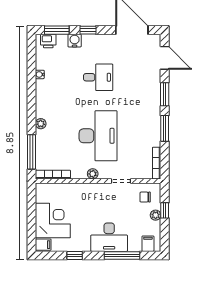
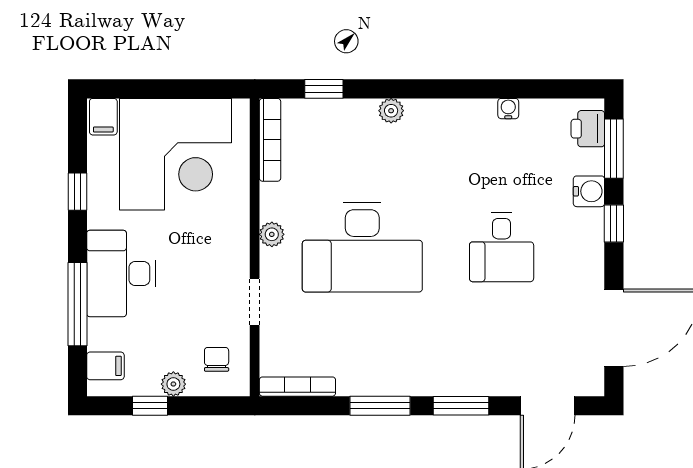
window: (32, 152) -> (324, 89), width x0.46
window: (165, 210) -> (150, 406), moved
corner desk: (53, 220) -> (175, 154), width x1.36, depth x1.36

